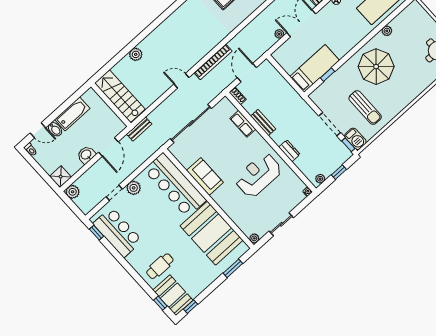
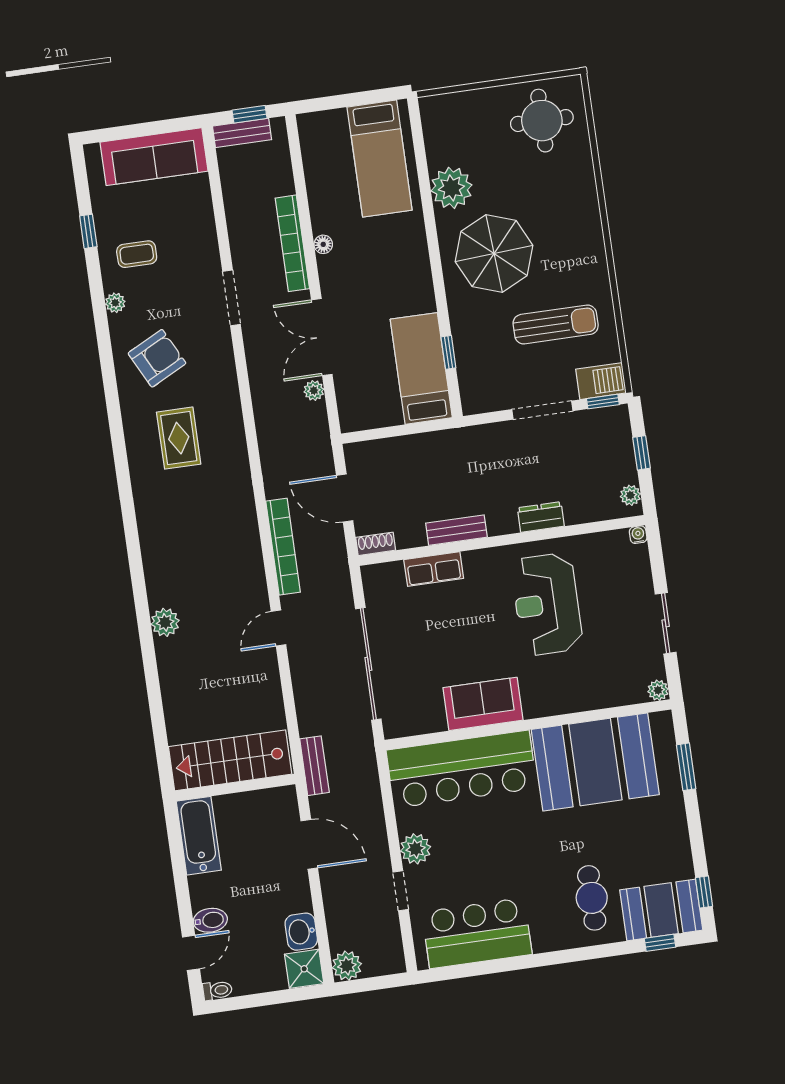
plant: (387, 31) -> (451, 188), width x1.88, depth x1.88
plant: (136, 54) -> (165, 622), moved
bathtub: (72, 114) -> (199, 836), moved
washbasin: (86, 155) -> (301, 932), moved
window: (97, 233) -> (452, 972), removed

